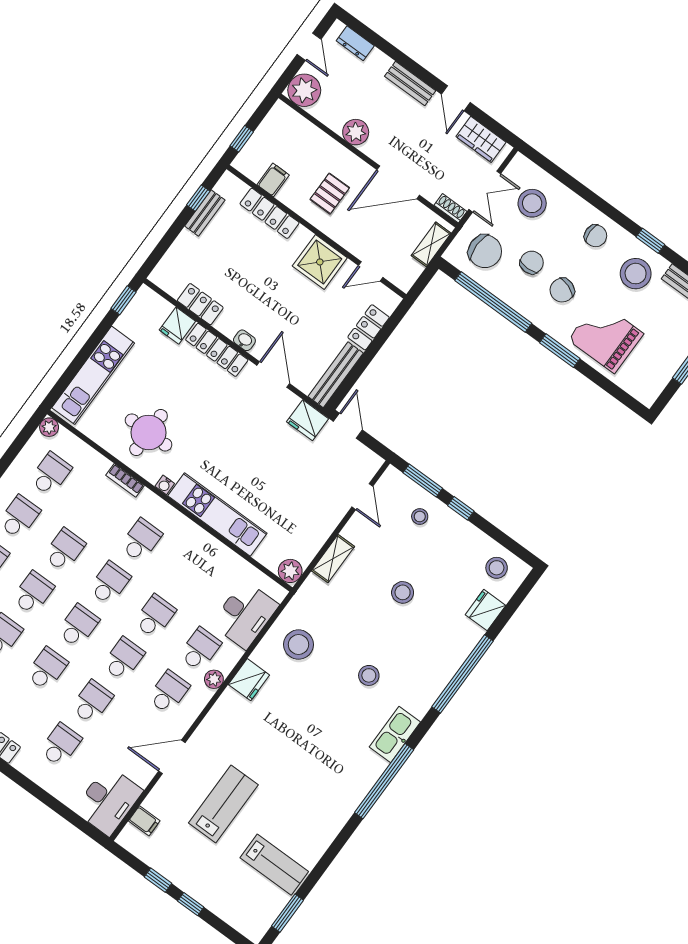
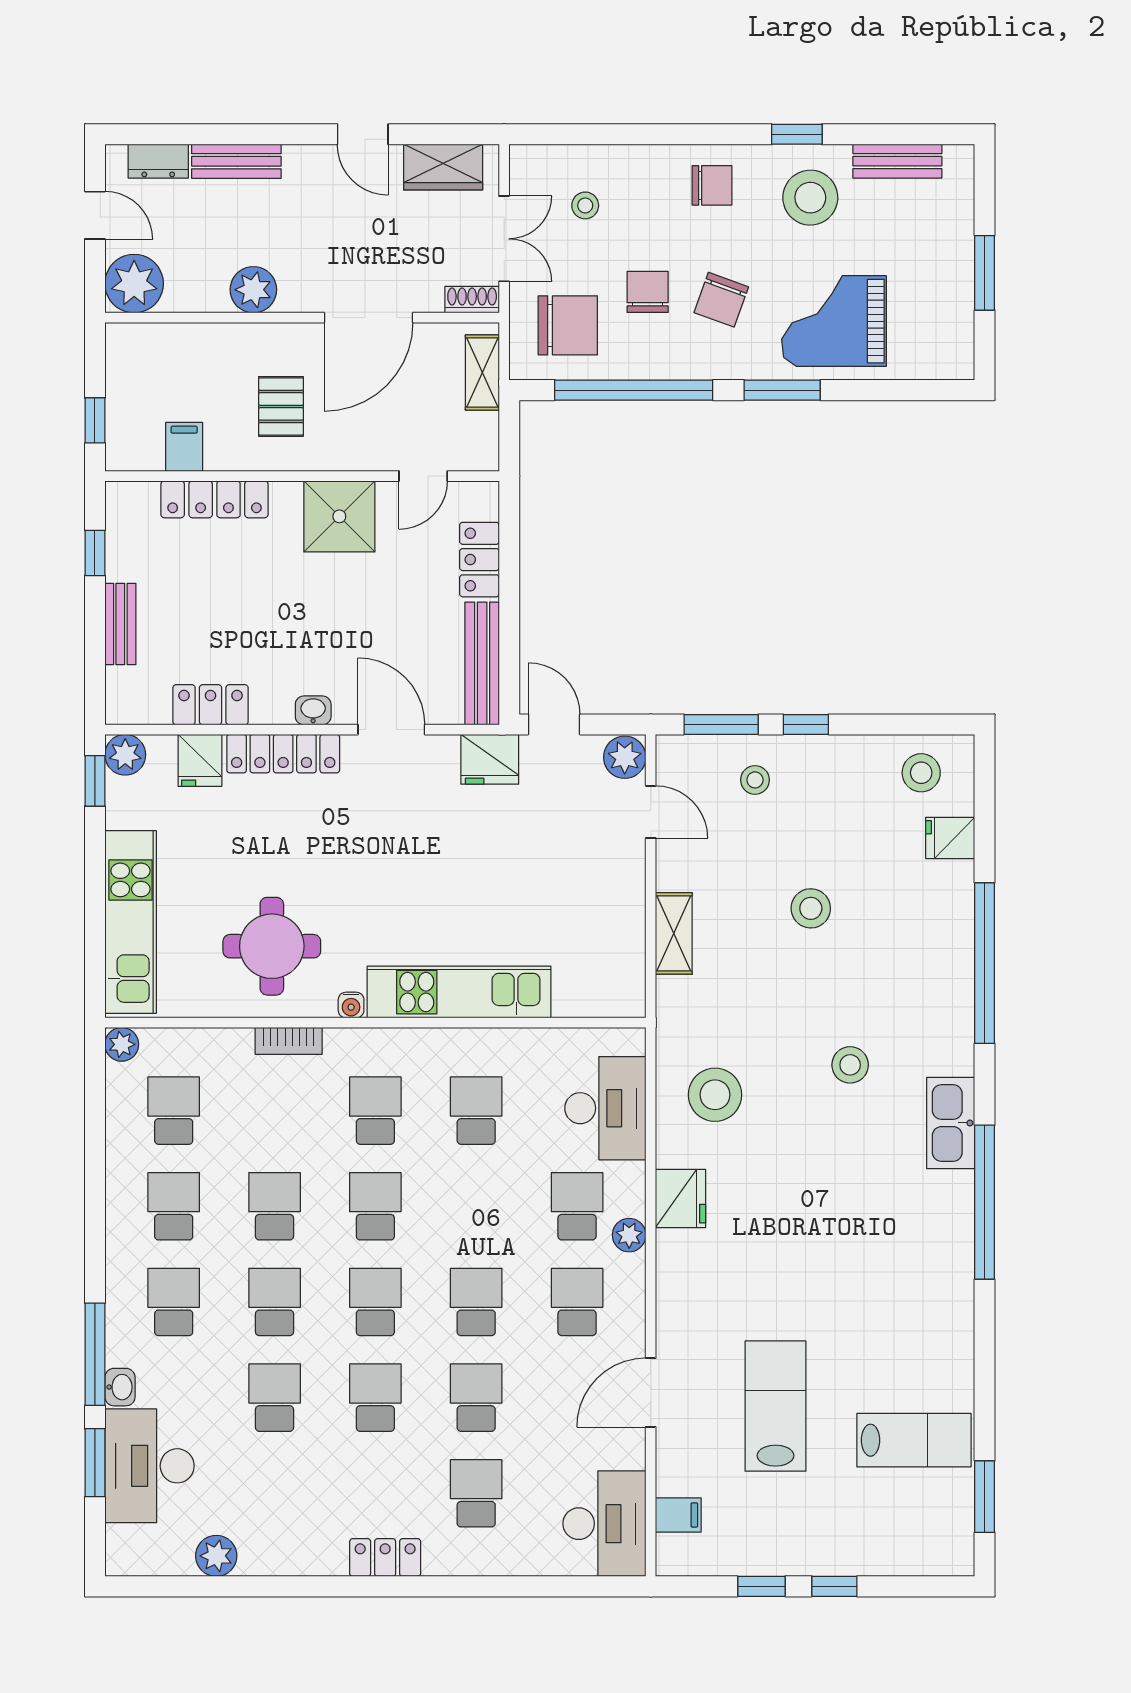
bench: (410, 84) -> (236, 161), moved
stool: (532, 203) -> (585, 205), width x0.53, depth x0.53
bench: (205, 213) -> (120, 624), moved
plant: (146, 299) -> (125, 755), added
plant: (290, 571) -> (625, 757), moved
fridge: (486, 610) -> (950, 838), width x0.72
school desk: (155, 616) -> (476, 1111), moved

